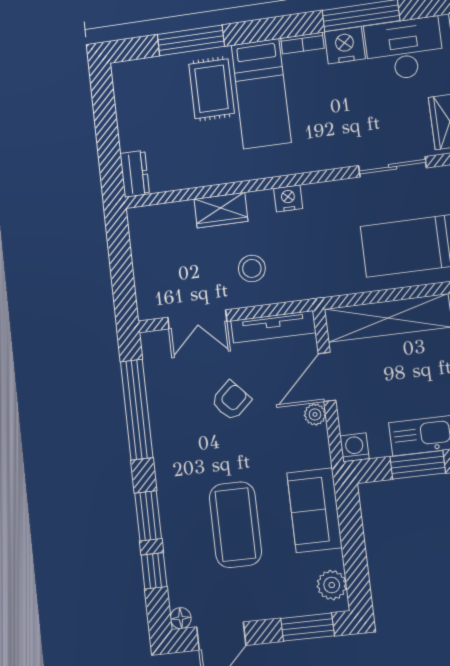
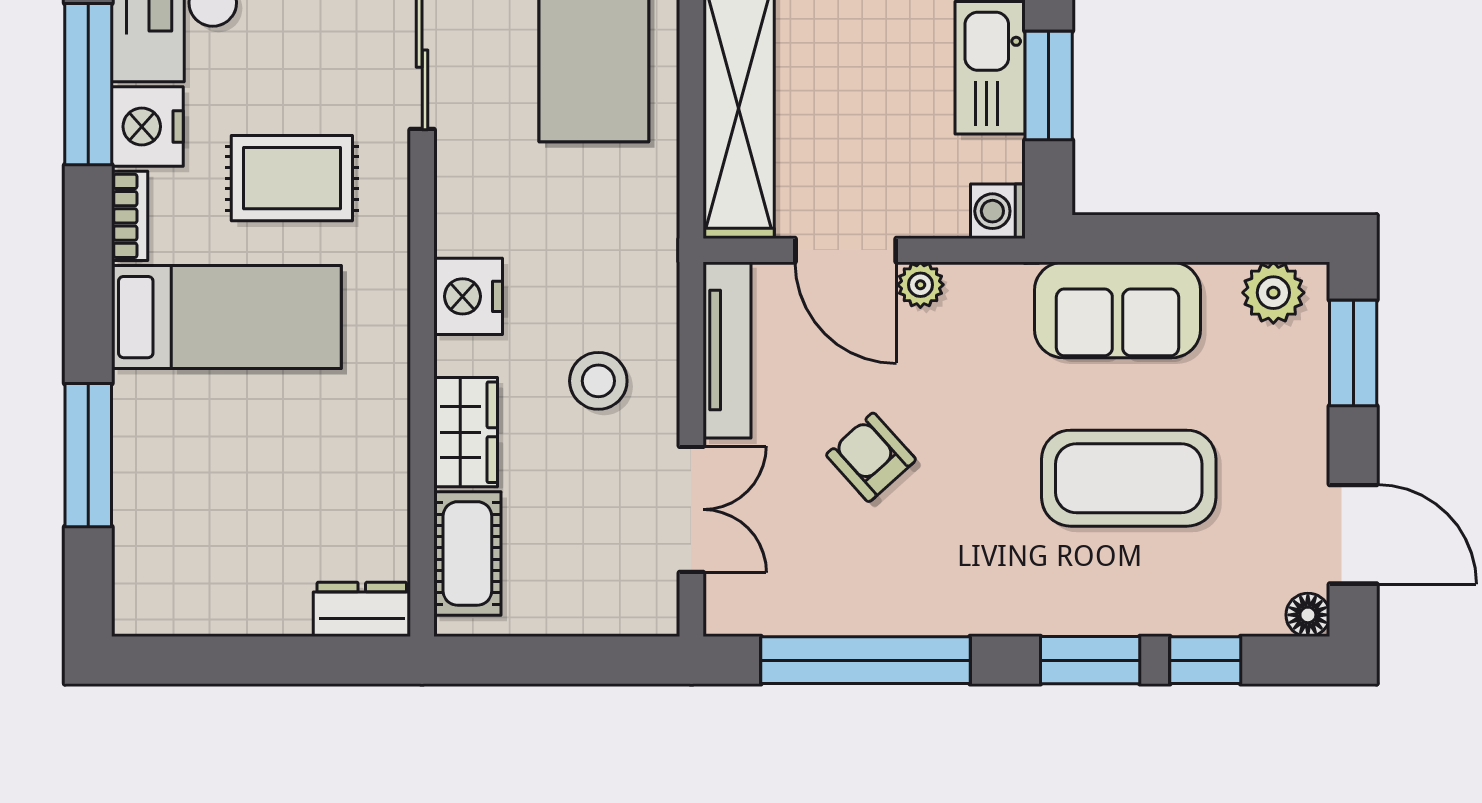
rug: (212, 89) -> (292, 178), moved
nightstand: (288, 198) -> (468, 296), width x1.36, depth x1.33
cot: (165, 218) -> (467, 553), added

